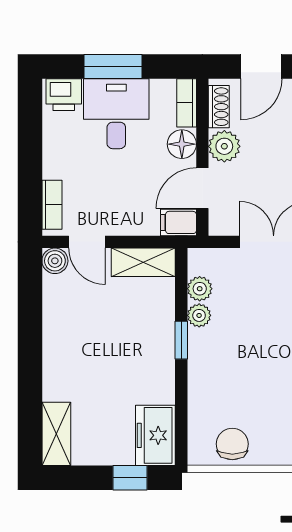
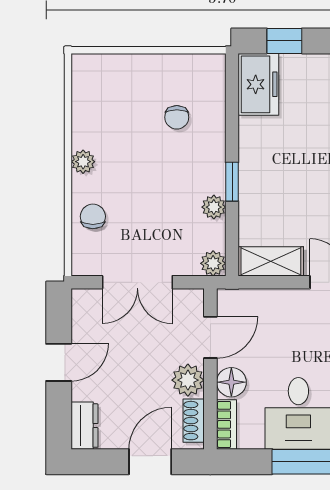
filing cabinet: (178, 222) -> (235, 302), removed
plant: (200, 289) -> (213, 263), moved
chair: (232, 444) -> (177, 117), moved, width x0.73, depth x0.73

